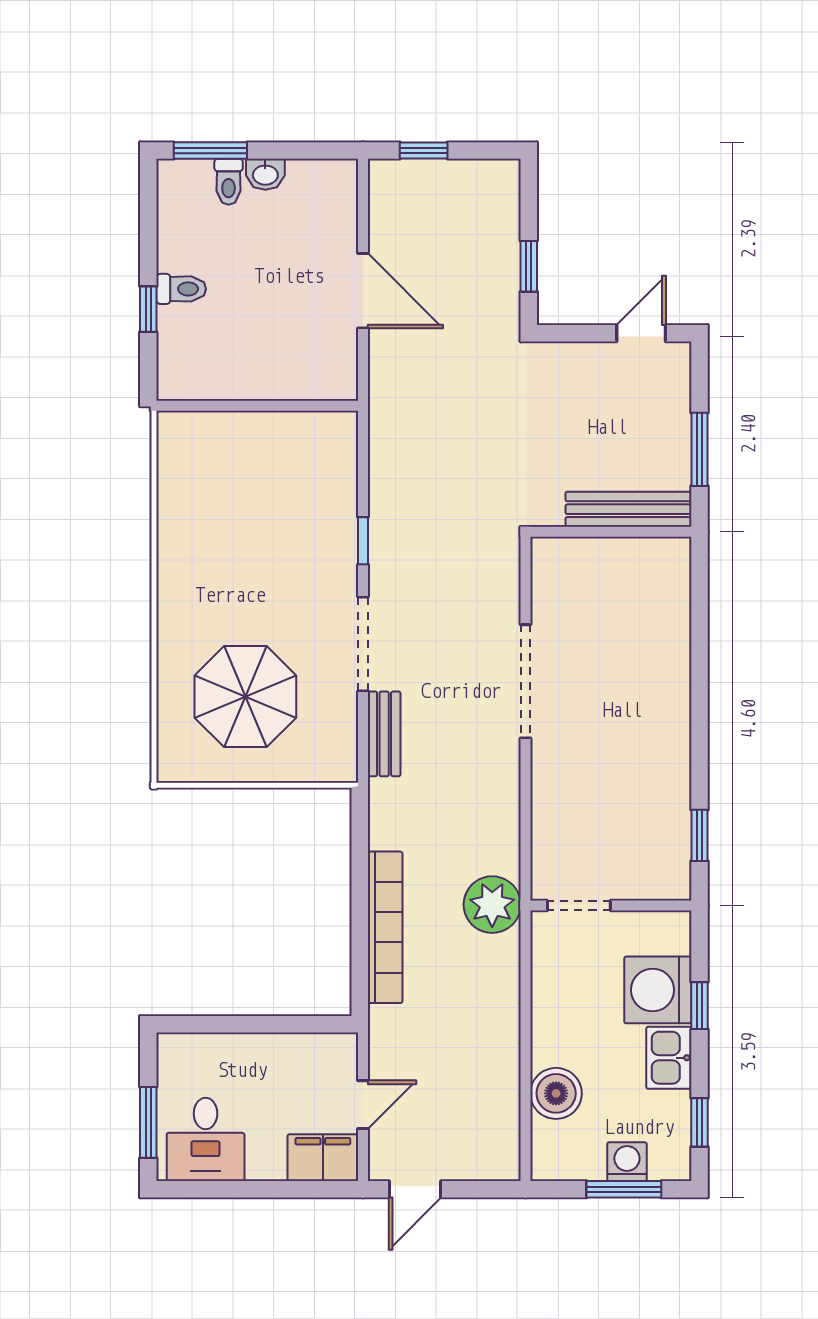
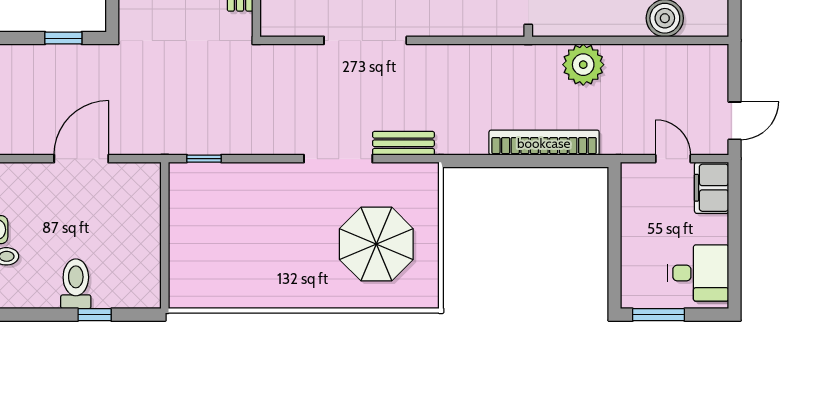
toilet: (181, 289) -> (76, 284), width x1.37, depth x1.39
window: (363, 541) -> (204, 159), moved
plant: (492, 905) -> (583, 65), moved
window: (148, 1122) -> (659, 315), moved
door: (415, 1189) -> (735, 121), hinge flipped

